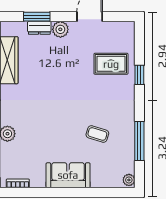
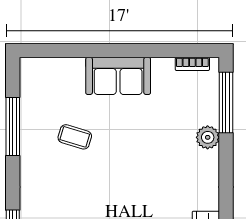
plant: (129, 180) -> (28, 69), removed

